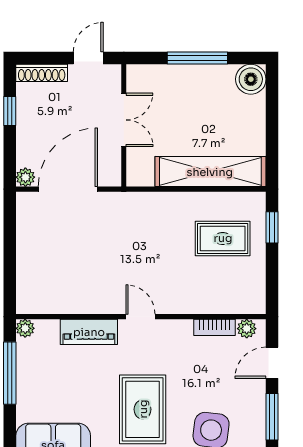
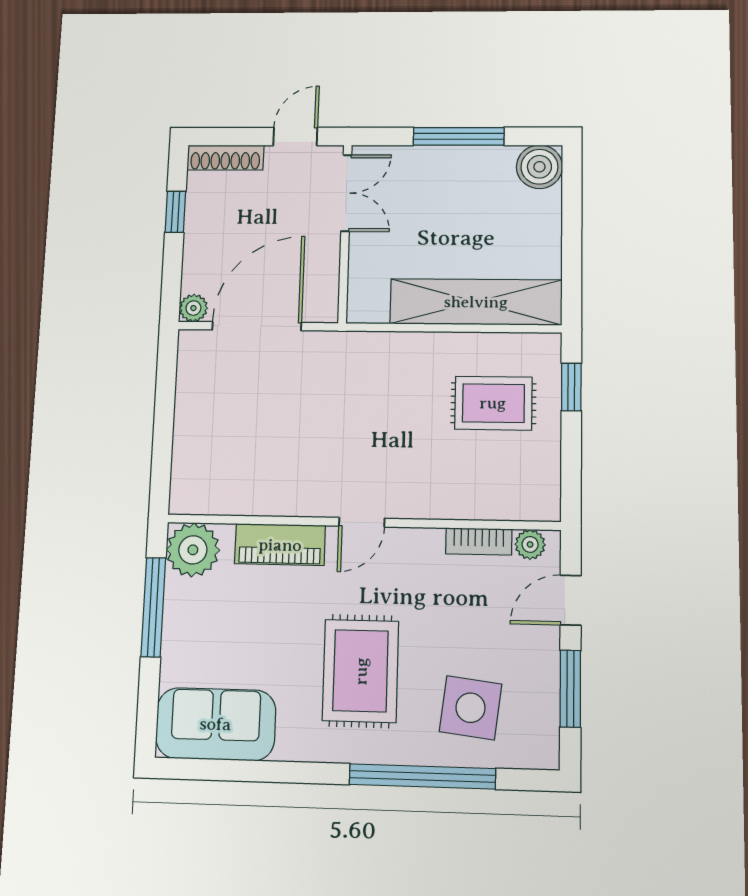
double door: (124, 120) -> (346, 193), moved
door: (140, 317) -> (362, 522), swing flipped
plant: (25, 328) -> (193, 550), width x1.87, depth x1.87

